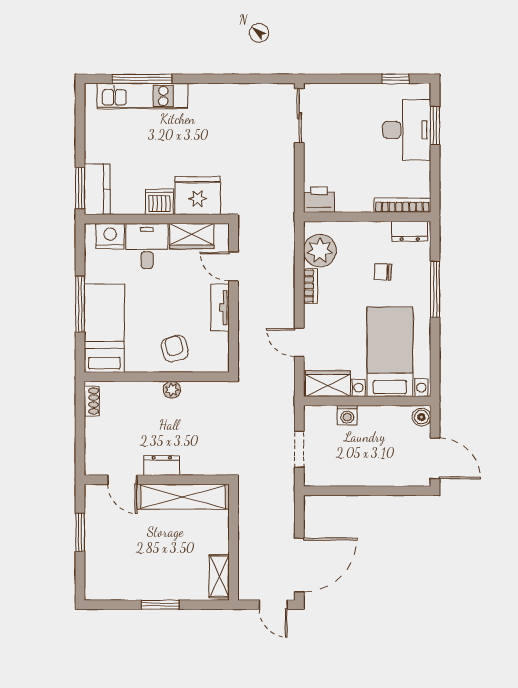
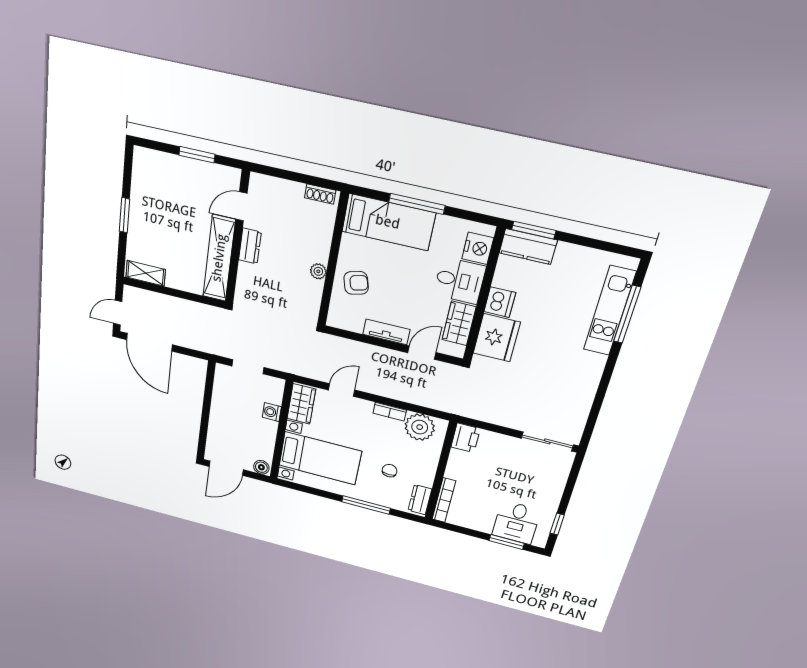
desk: (407, 130) -> (516, 522), width x0.73

